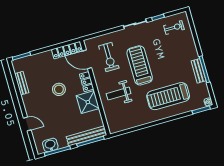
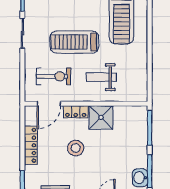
locker: (67, 50) -> (31, 145), moved
weight bench: (119, 94) -> (101, 77), turned 90
bench: (87, 136) -> (141, 131), removed

